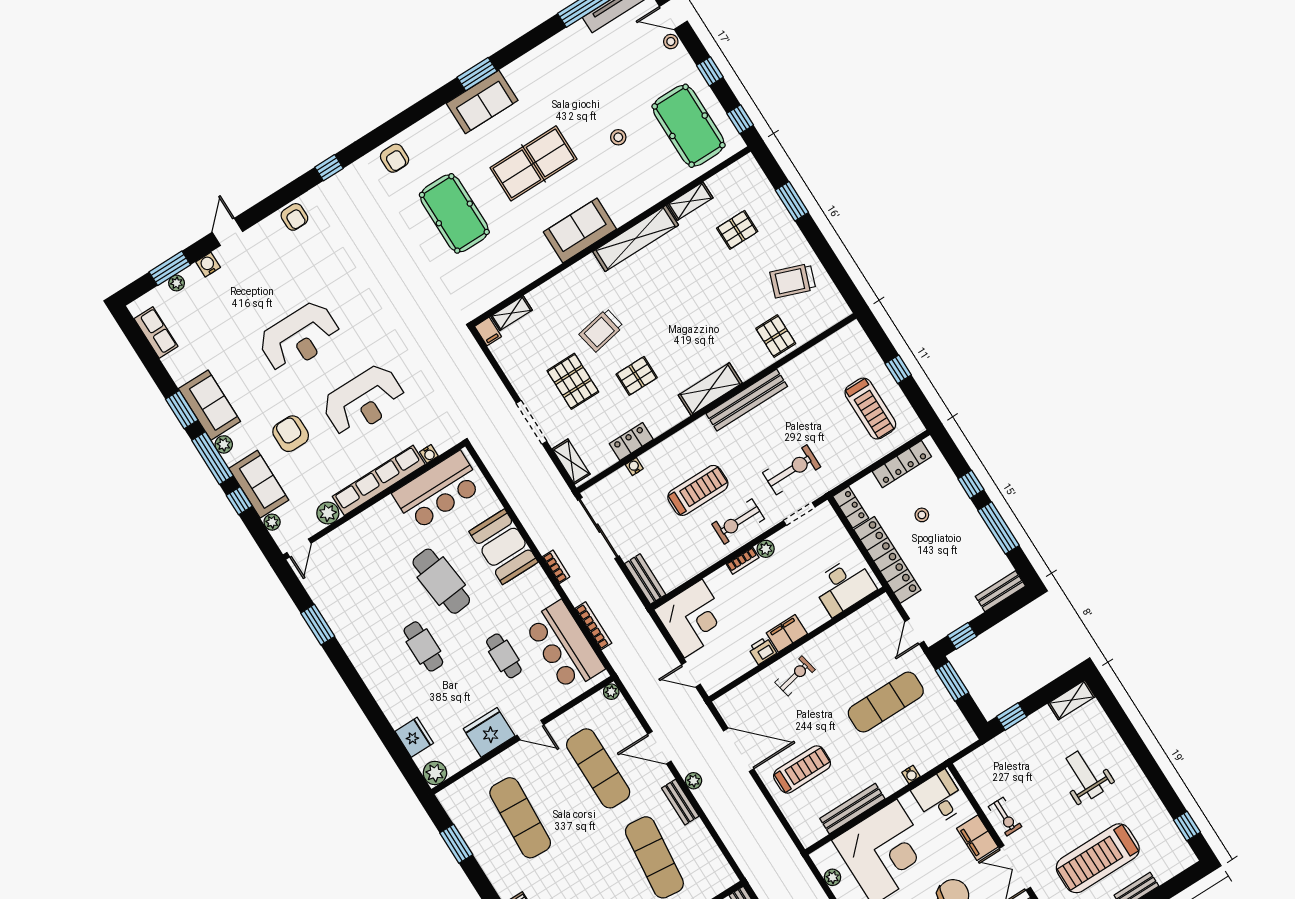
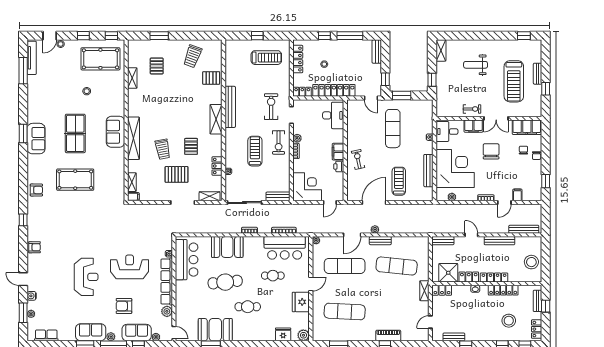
shelving: (636, 238) -> (133, 138), moved
reception desk: (364, 401) -> (130, 267), turned -90
booth: (349, 616) -> (215, 330), added

